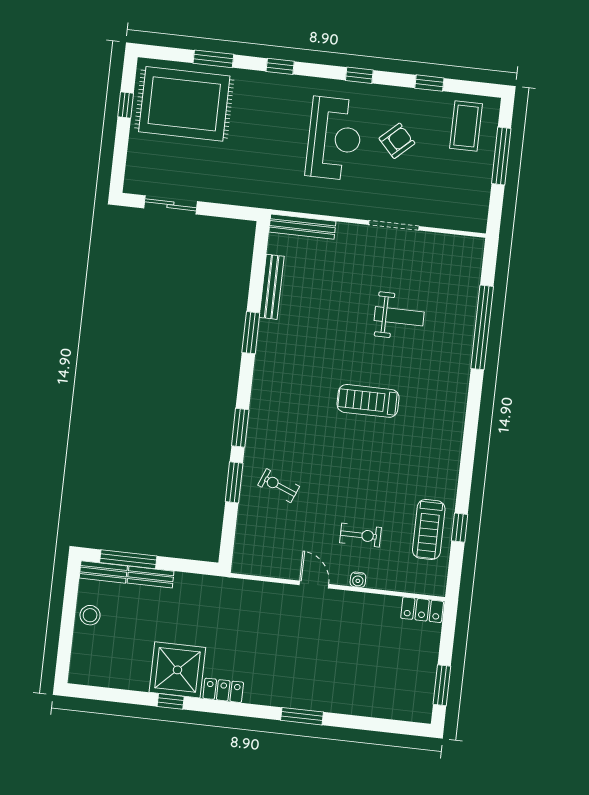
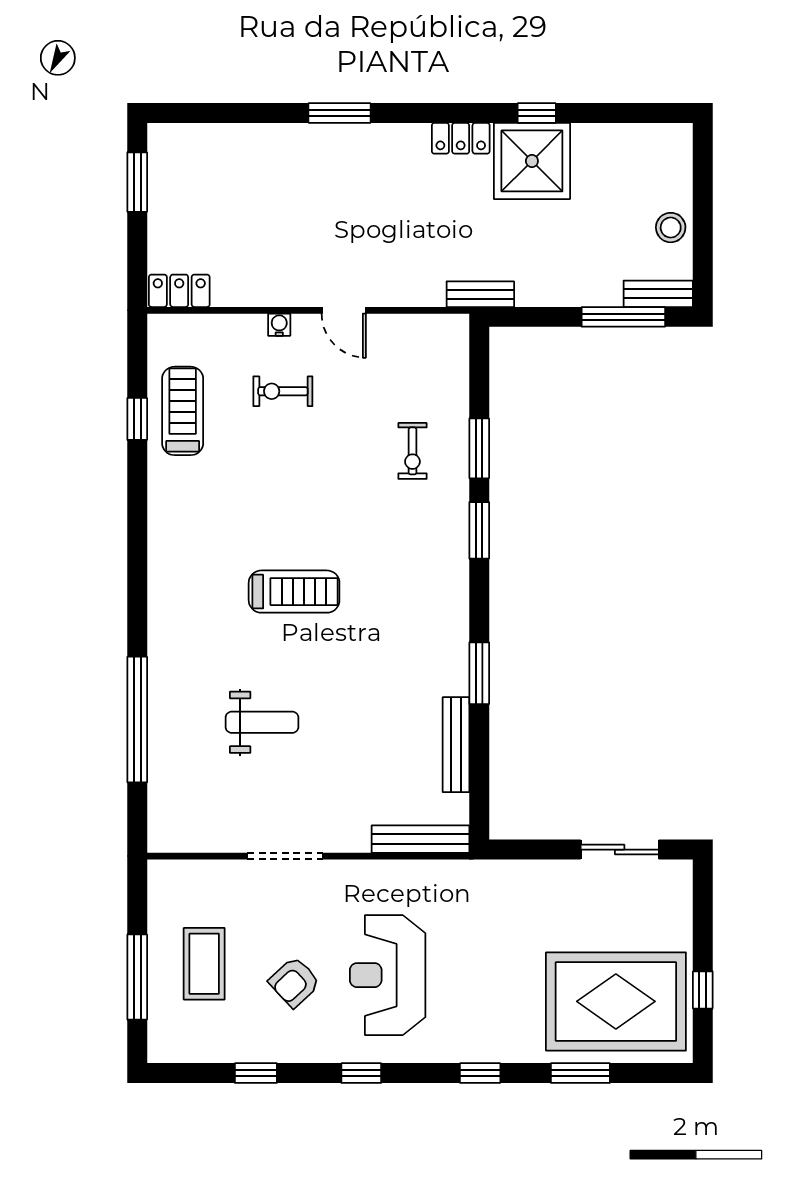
coffee table: (466, 126) -> (204, 964), moved
weight bench: (399, 316) -> (262, 722), turned 180
exercise bike: (279, 486) -> (412, 451), turned 68
bench: (151, 577) -> (480, 294), moved

